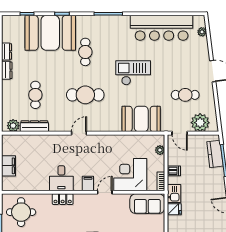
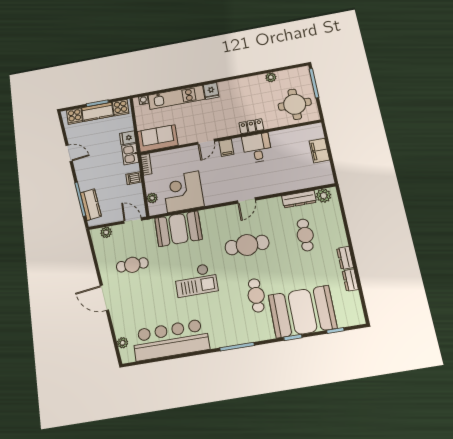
plant: (200, 123) -> (106, 232), width x0.53, depth x0.53
corner desk: (130, 175) -> (183, 192), moved, turned 180

